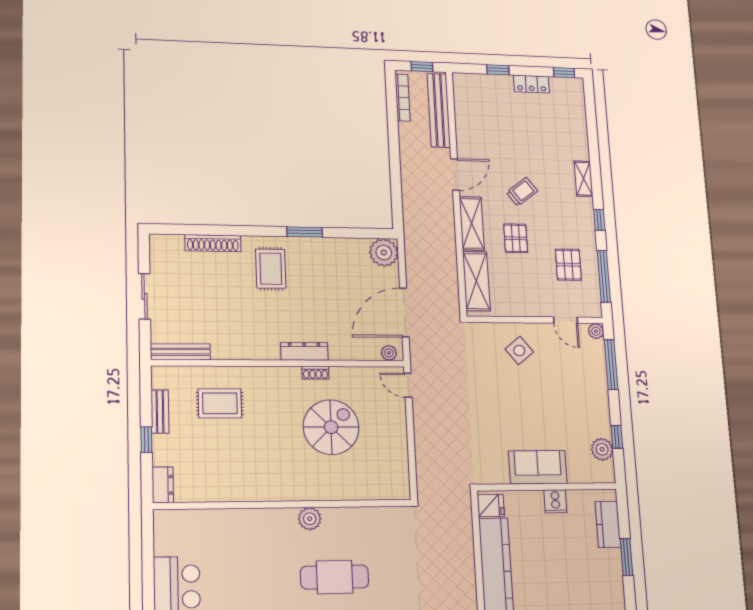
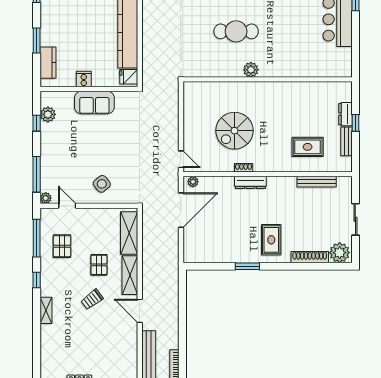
door: (455, 174) -> (140, 311), hinge flipped
plant: (384, 253) -> (340, 253), moved
bench: (180, 352) -> (317, 182), moved
dresser: (163, 485) -> (345, 114), moved

